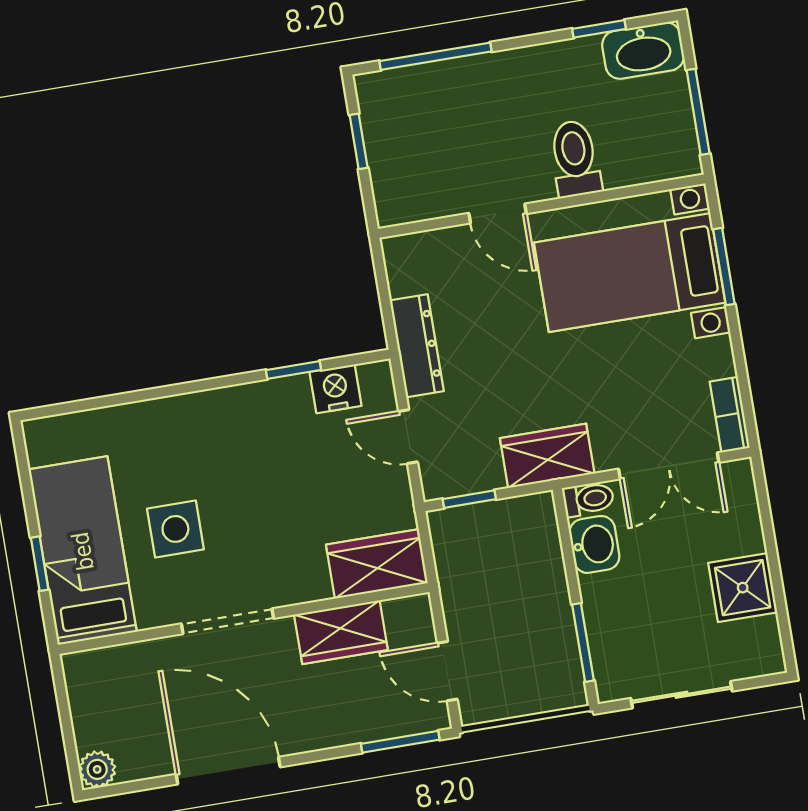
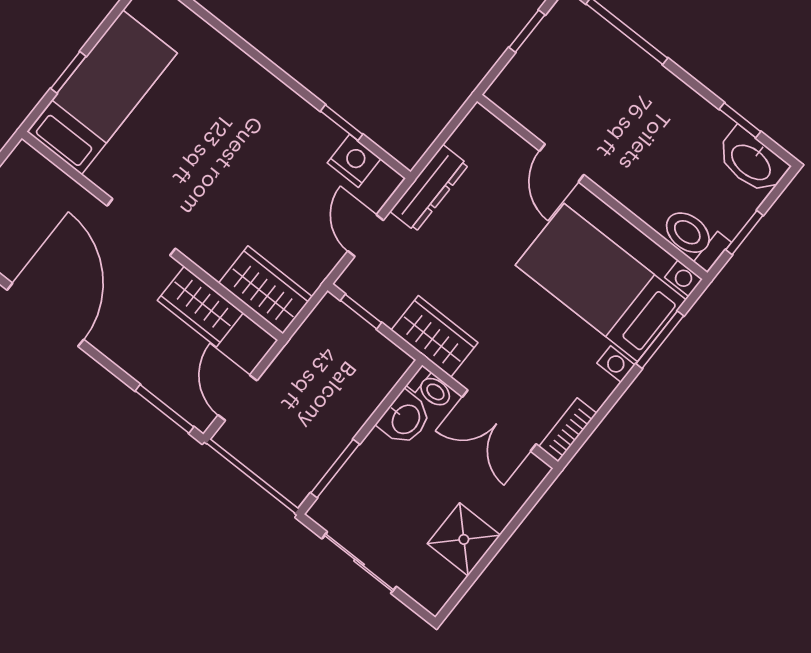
window: (698, 112) -> (744, 233), width x0.67
toilet: (575, 159) -> (694, 238), moved, turned -90
side table: (175, 529) -> (170, 140), removed

